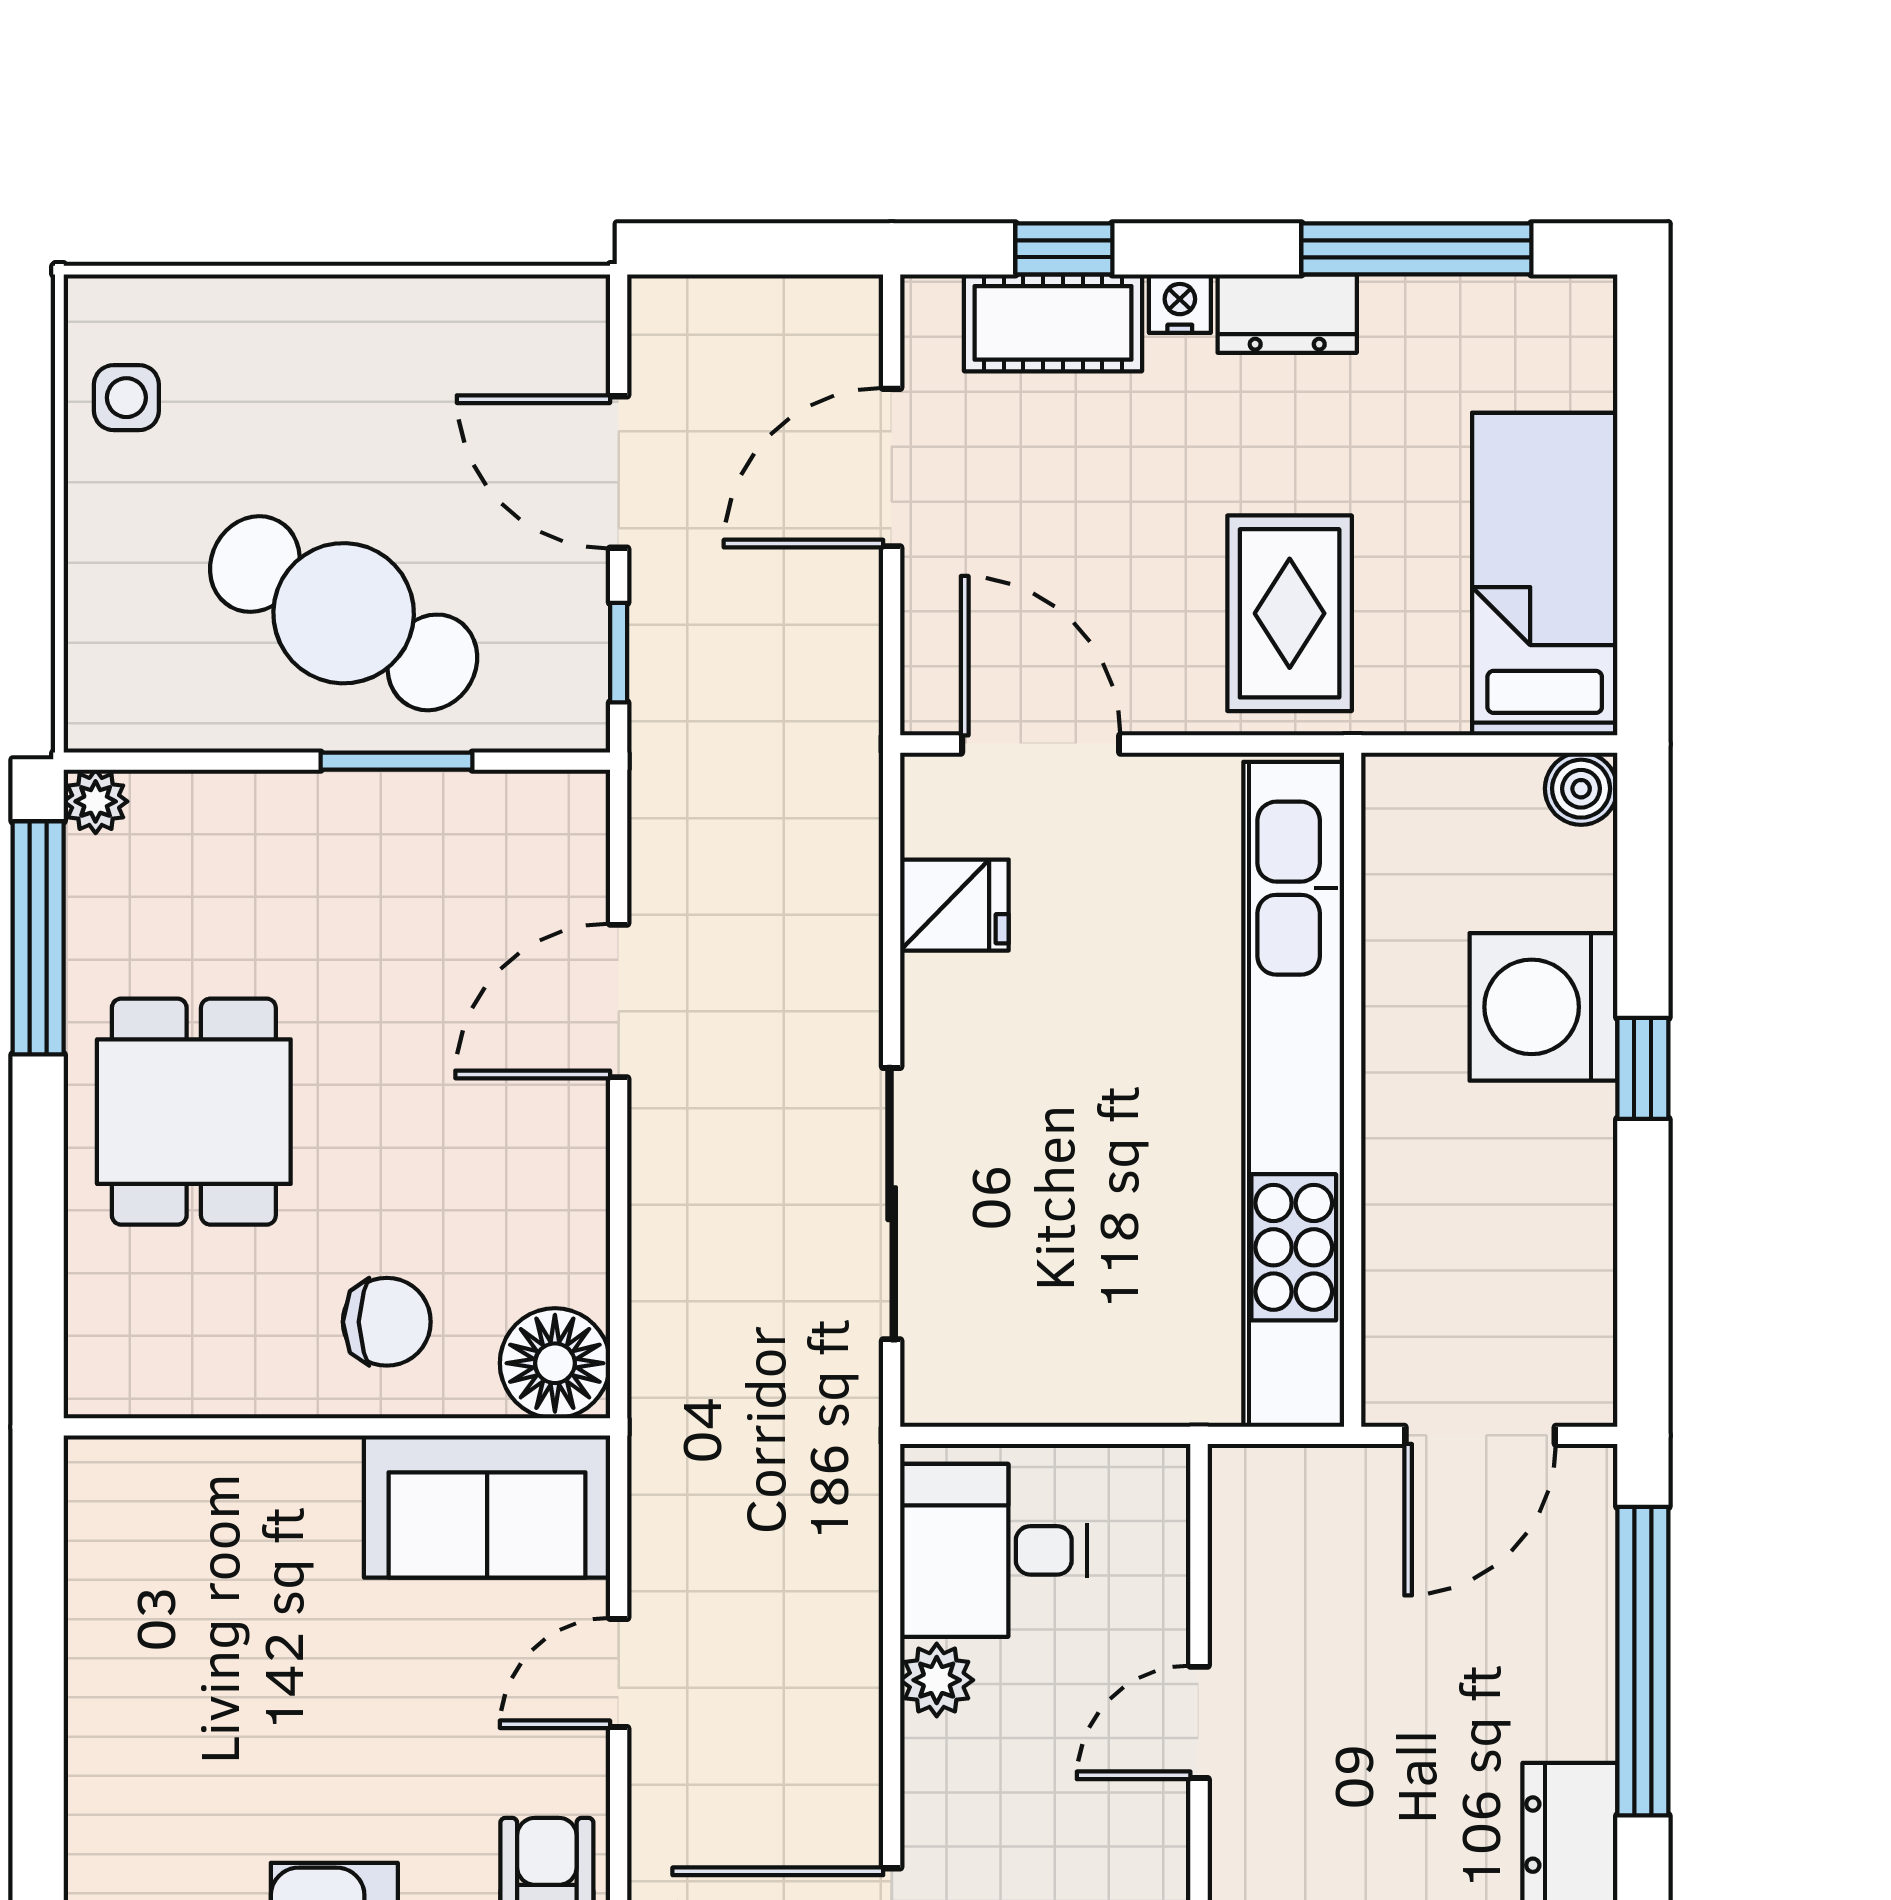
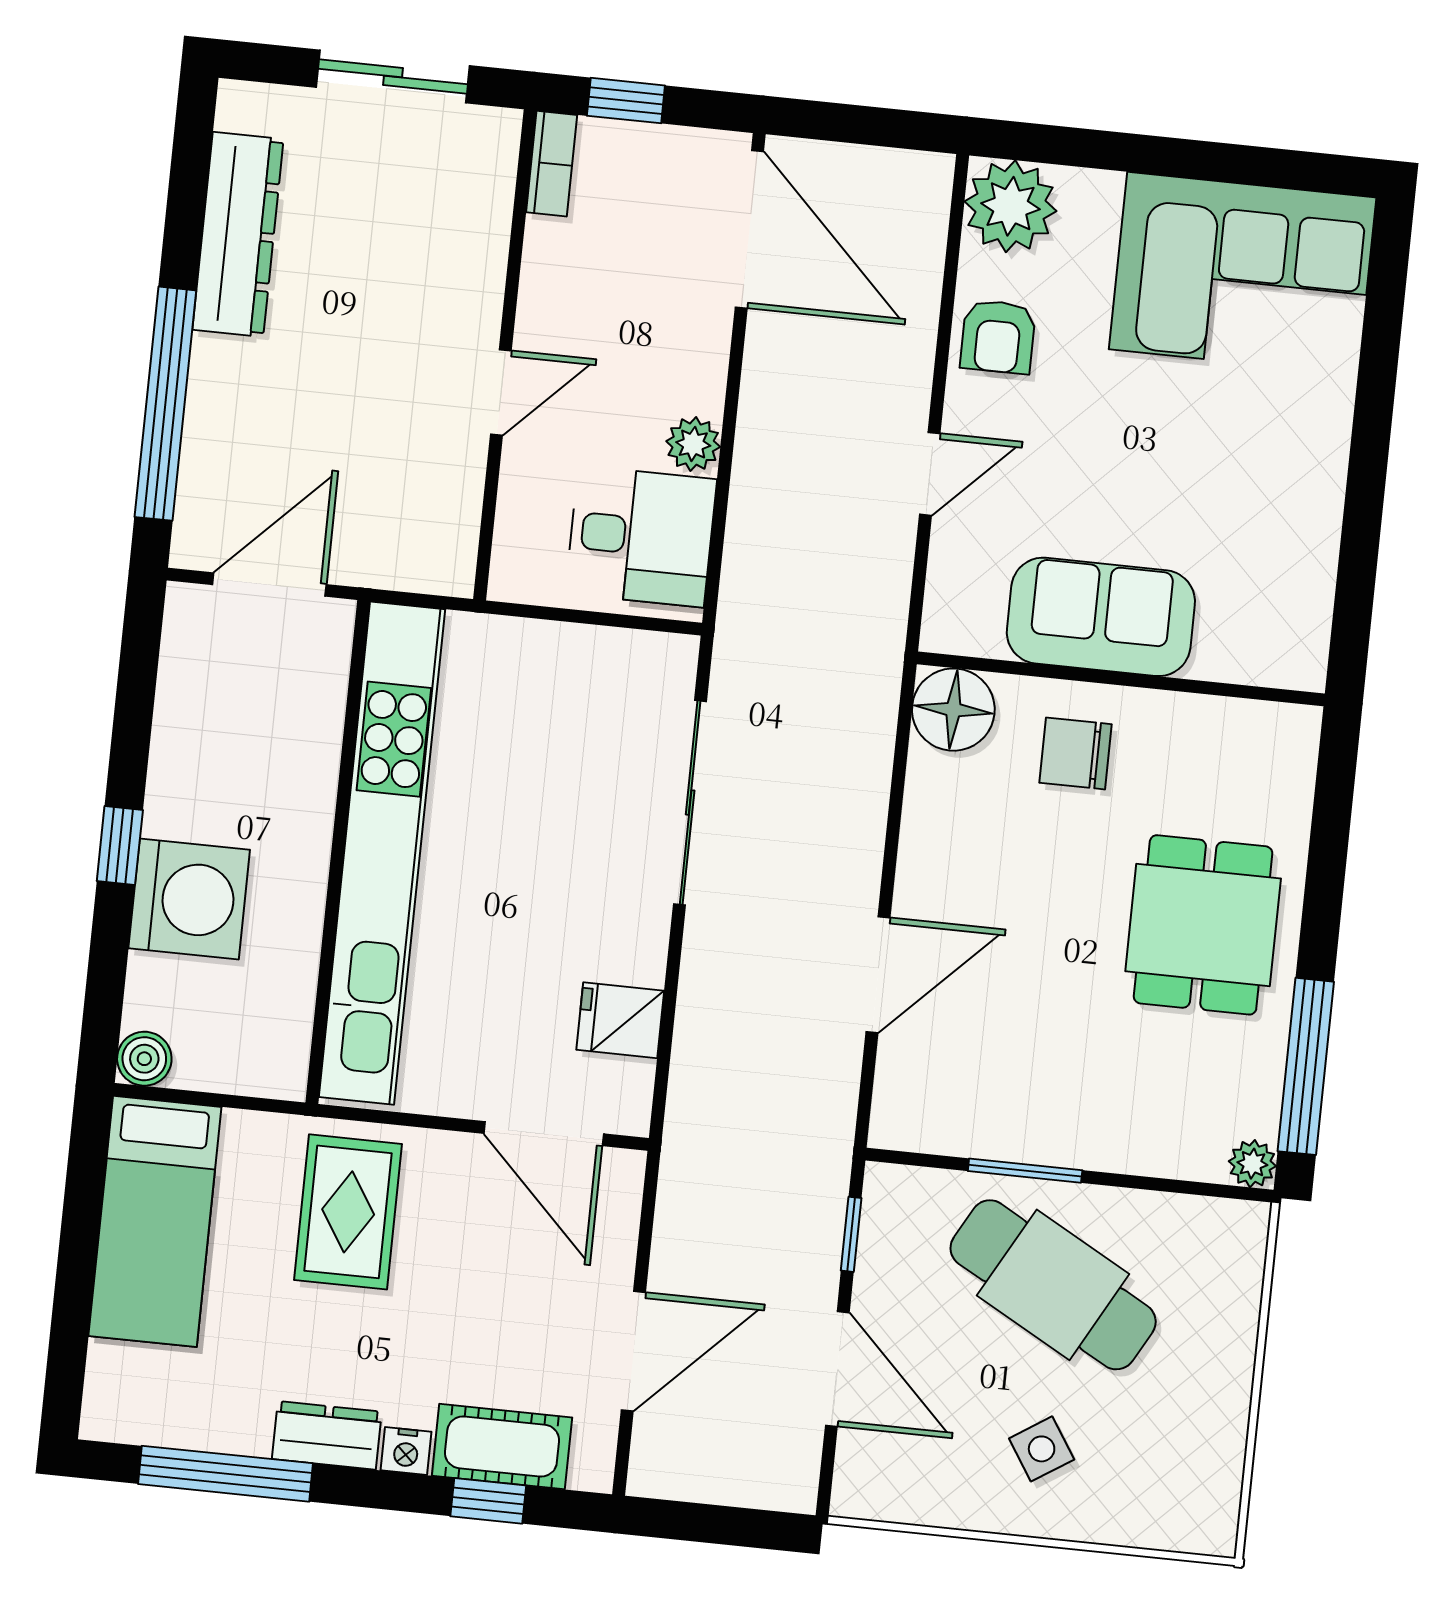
side table: (126, 398) -> (1042, 1449), moved, turned -33
sofa: (487, 1507) -> (1101, 617), moved

